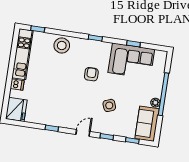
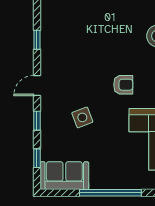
plant: (155, 103) -> (96, 183), removed
door: (83, 133) -> (37, 85), swing flipped

